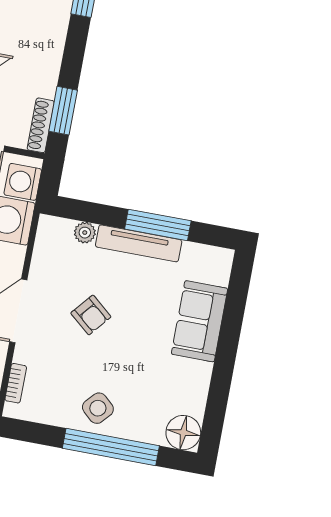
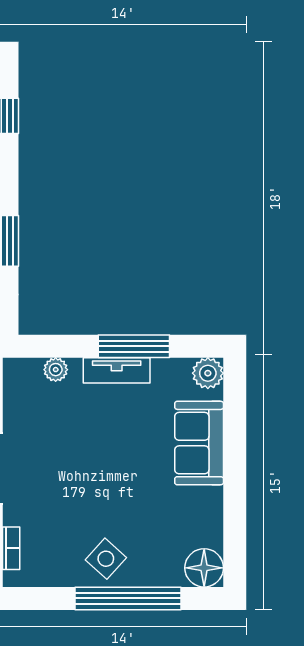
tv unit: (139, 243) -> (117, 370), width x0.71
plant: (219, 261) -> (208, 373), added
armchair: (91, 315) -> (79, 458), removed

